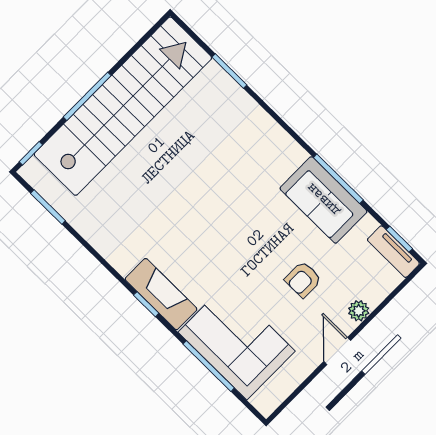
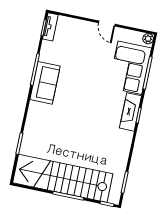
sofa: (323, 200) -> (45, 83), moved
armchair: (303, 279) -> (86, 57), removed
plant: (359, 311) -> (148, 39), moved
door: (337, 351) -> (107, 23), hinge flipped

